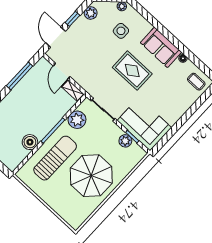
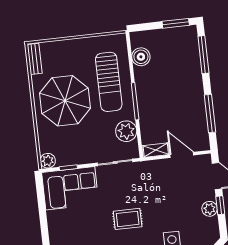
plant: (91, 13) -> (210, 209), moved
rug: (132, 71) -> (128, 219), width x0.73, depth x0.70
plant: (125, 141) -> (48, 161), moved
boiler: (30, 142) -> (141, 57), moved
bench: (81, 218) -> (35, 59), added

